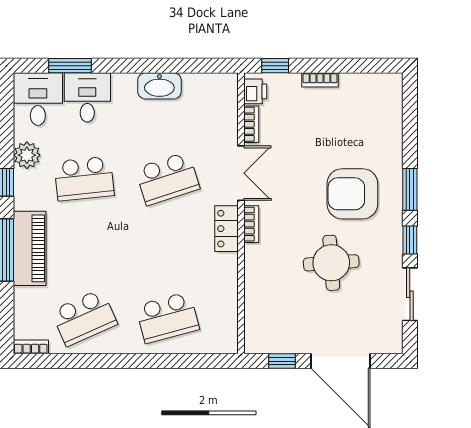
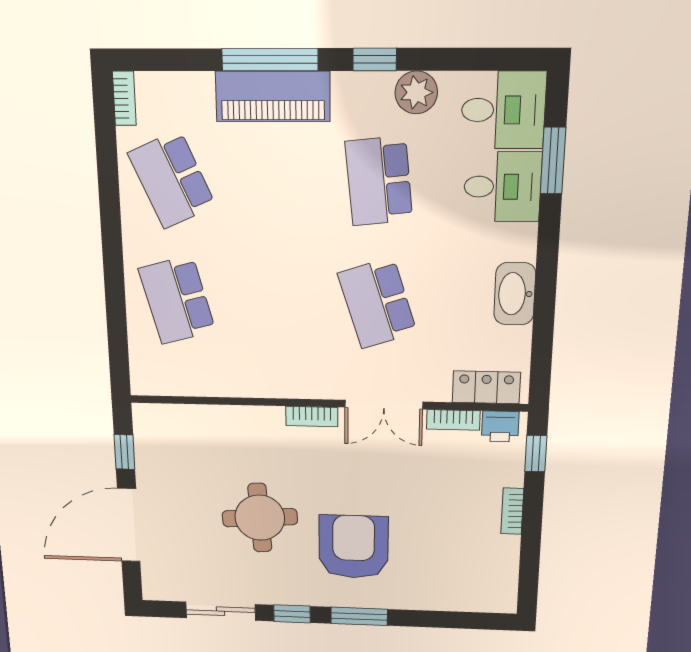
locker: (227, 229) -> (486, 387), moved

